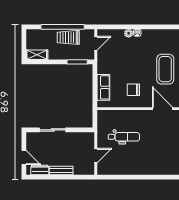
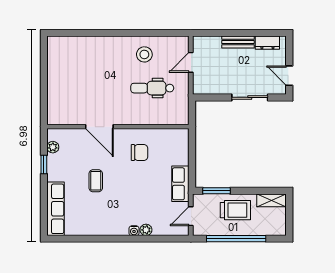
trolley: (68, 37) -> (235, 210), moved
coffee table: (165, 69) -> (96, 181), width x0.54, depth x0.58
row of seats: (103, 87) -> (180, 184), moved
door: (24, 157) -> (289, 76), moved
stool: (130, 161) -> (144, 54), added

